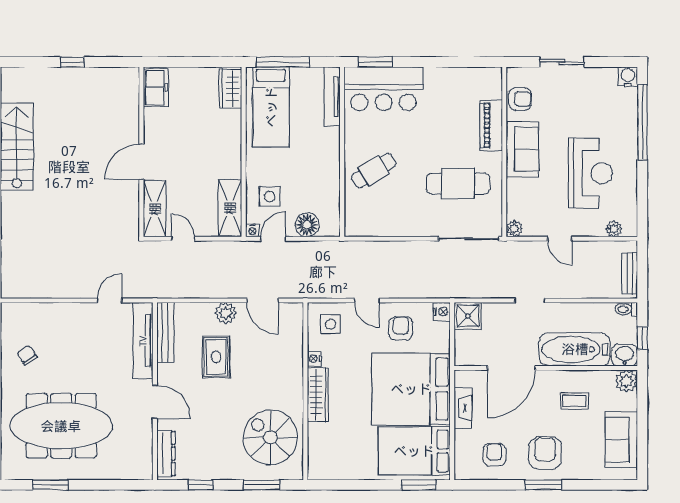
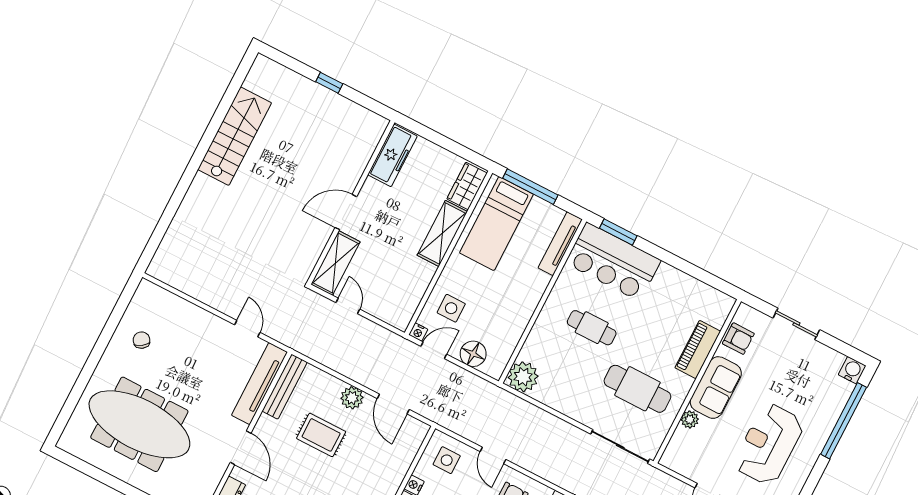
freezer: (156, 88) -> (392, 155), width x1.40
cafe table: (374, 171) -> (592, 328), moved, turned 32
reception desk: (590, 173) -> (769, 444), turned 180
shelving: (230, 208) -> (442, 233), moved
plant: (358, 223) -> (523, 377), added
plant: (514, 229) -> (690, 419), moved
door: (110, 300) -> (247, 329), hinge flipped
rug: (216, 357) -> (321, 435), turned 90
window: (50, 485) -> (100, 475), removed

